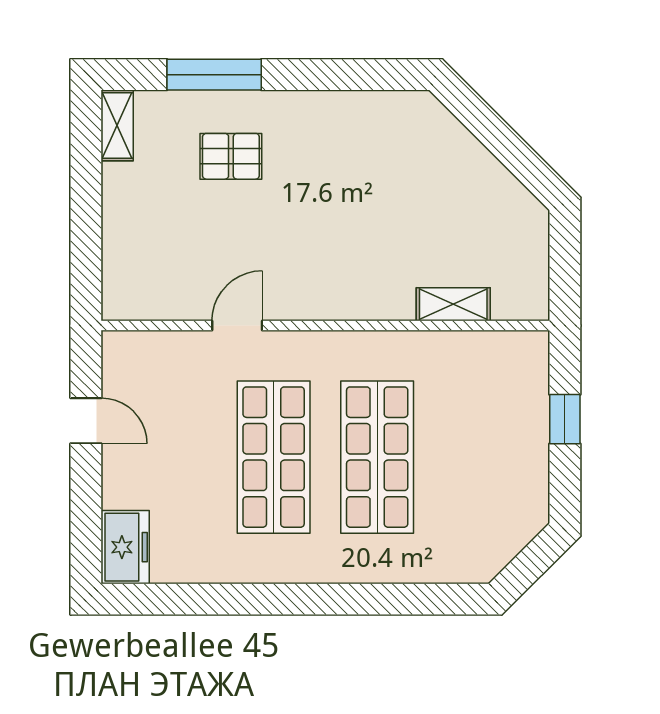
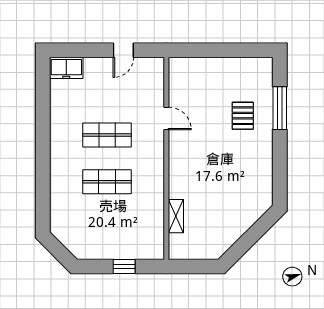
shelving: (117, 125) -> (257, 64), removed
shop shelf: (274, 457) -> (107, 135), width x0.70, depth x0.74
shop shelf: (377, 457) -> (107, 182), width x0.70, depth x0.74

